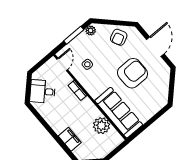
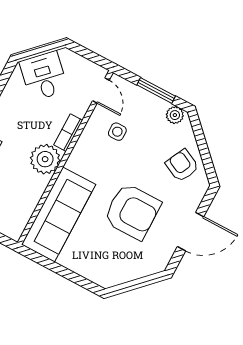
armchair: (119, 37) -> (182, 165), turned 52
door: (62, 64) -> (101, 91), hinge flipped
plant: (101, 126) -> (45, 159), moved

